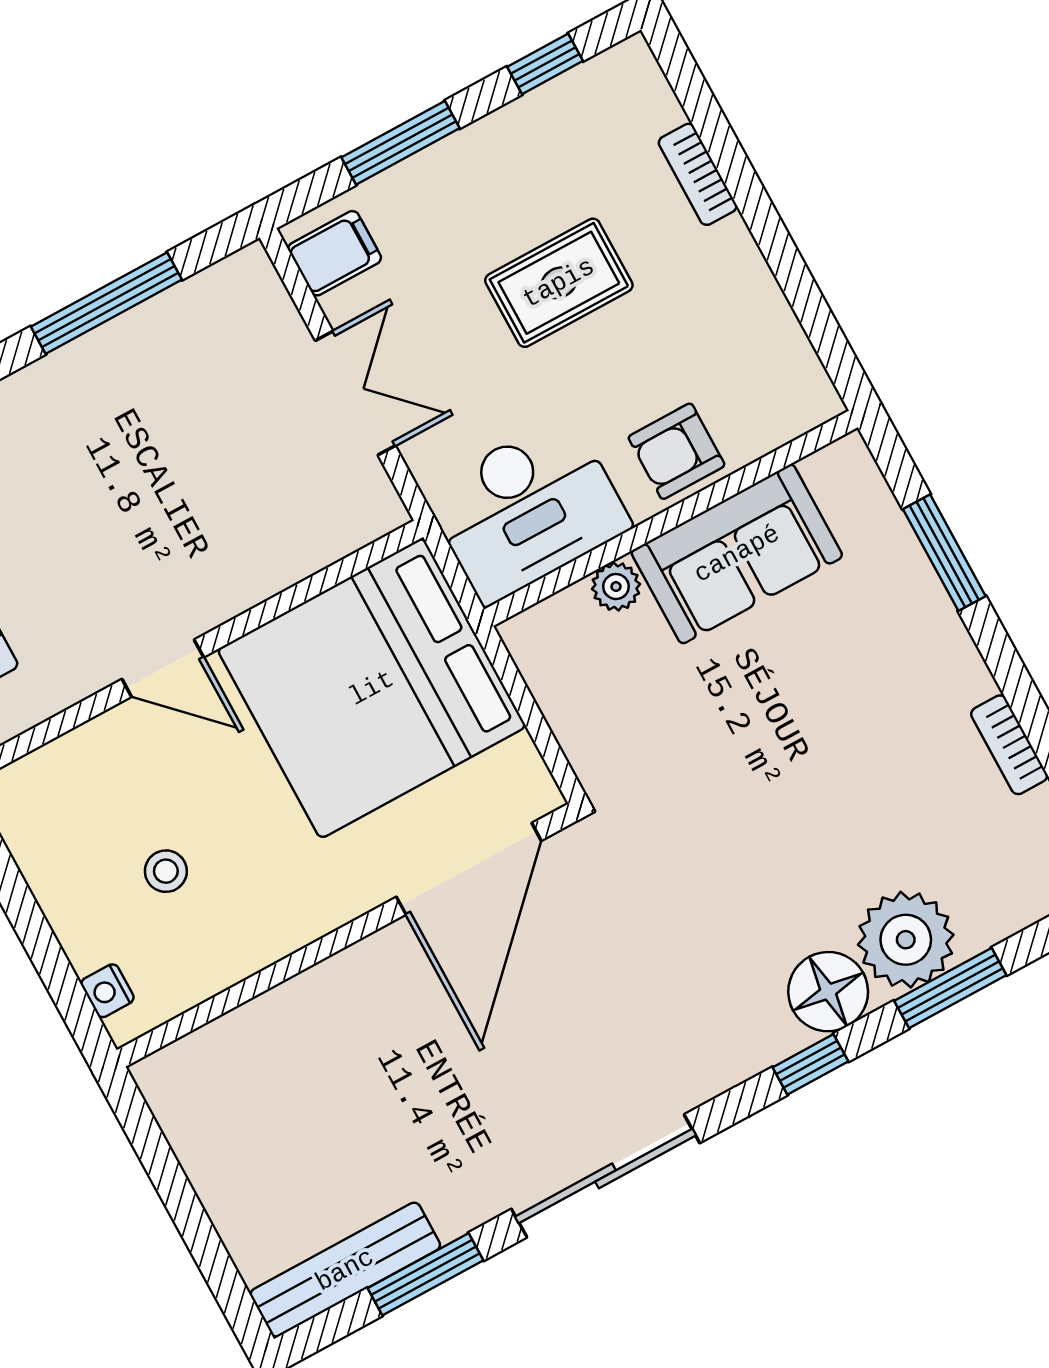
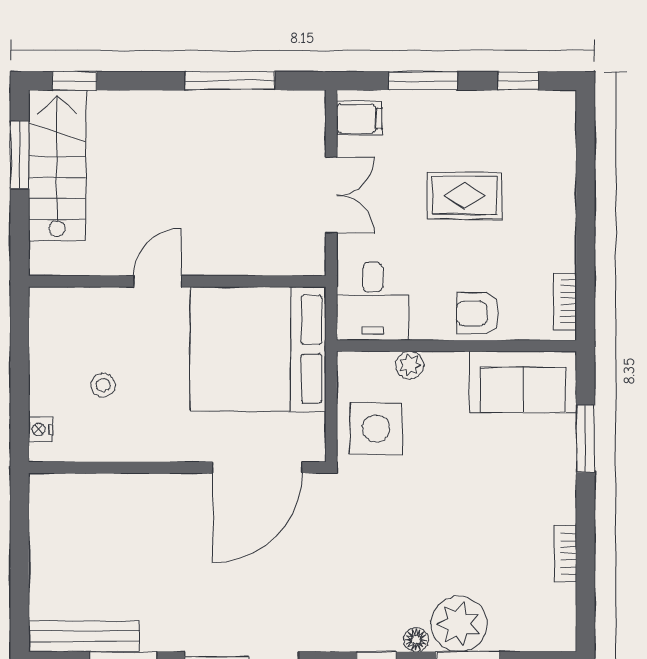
bookcase: (698, 174) -> (565, 301), moved
desk: (527, 509) -> (373, 301), width x0.73
sofa: (737, 554) -> (523, 382), moved
door: (163, 668) -> (158, 281), swing flipped
side table: (618, 711) -> (376, 429), added
floor lamp: (828, 992) -> (416, 640), width x0.53, depth x0.53

